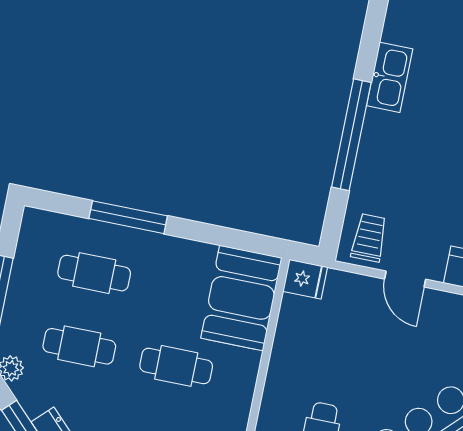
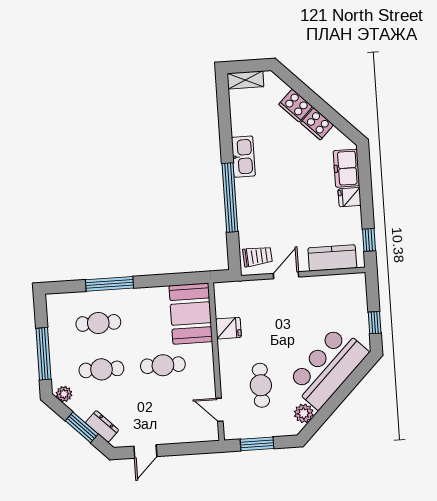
trolley: (369, 238) -> (258, 256), turned 86
fridge: (305, 279) -> (228, 328), moved
door: (405, 279) -> (286, 275), swing flipped

